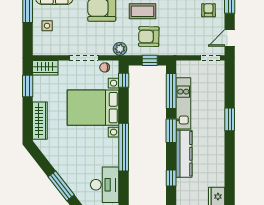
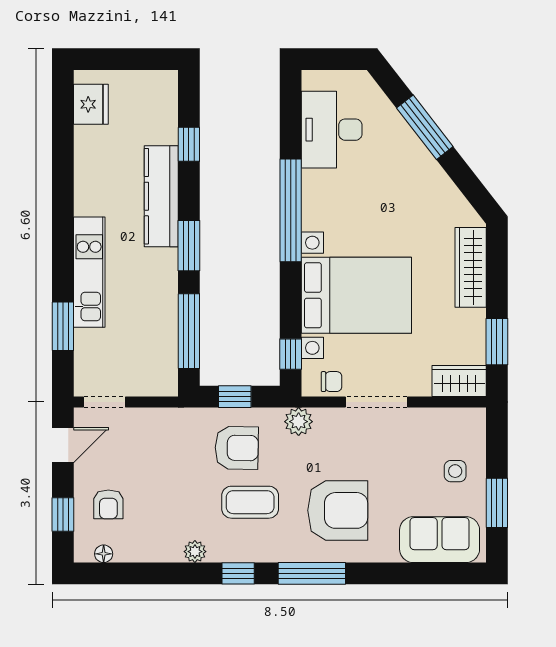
kitchen unit: (183, 103) -> (89, 272), moved, turned 180
window: (230, 119) -> (63, 326), moved

